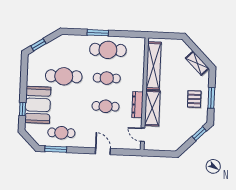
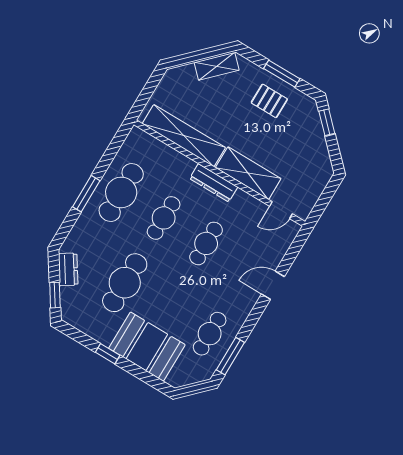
dresser: (55, 44) -> (68, 269), added
dresser: (138, 105) -> (214, 183), moved
window: (23, 109) -> (108, 354), moved

